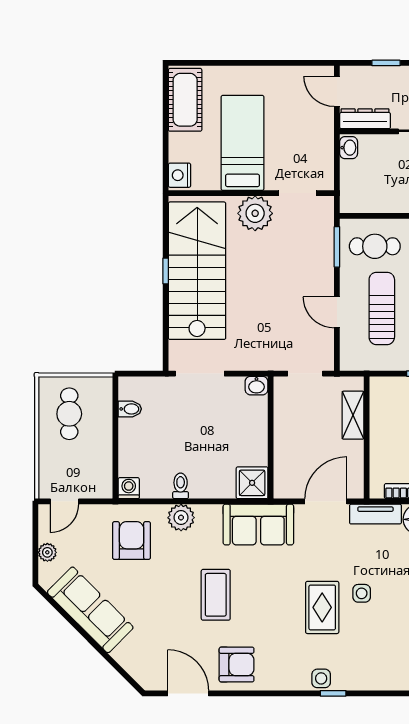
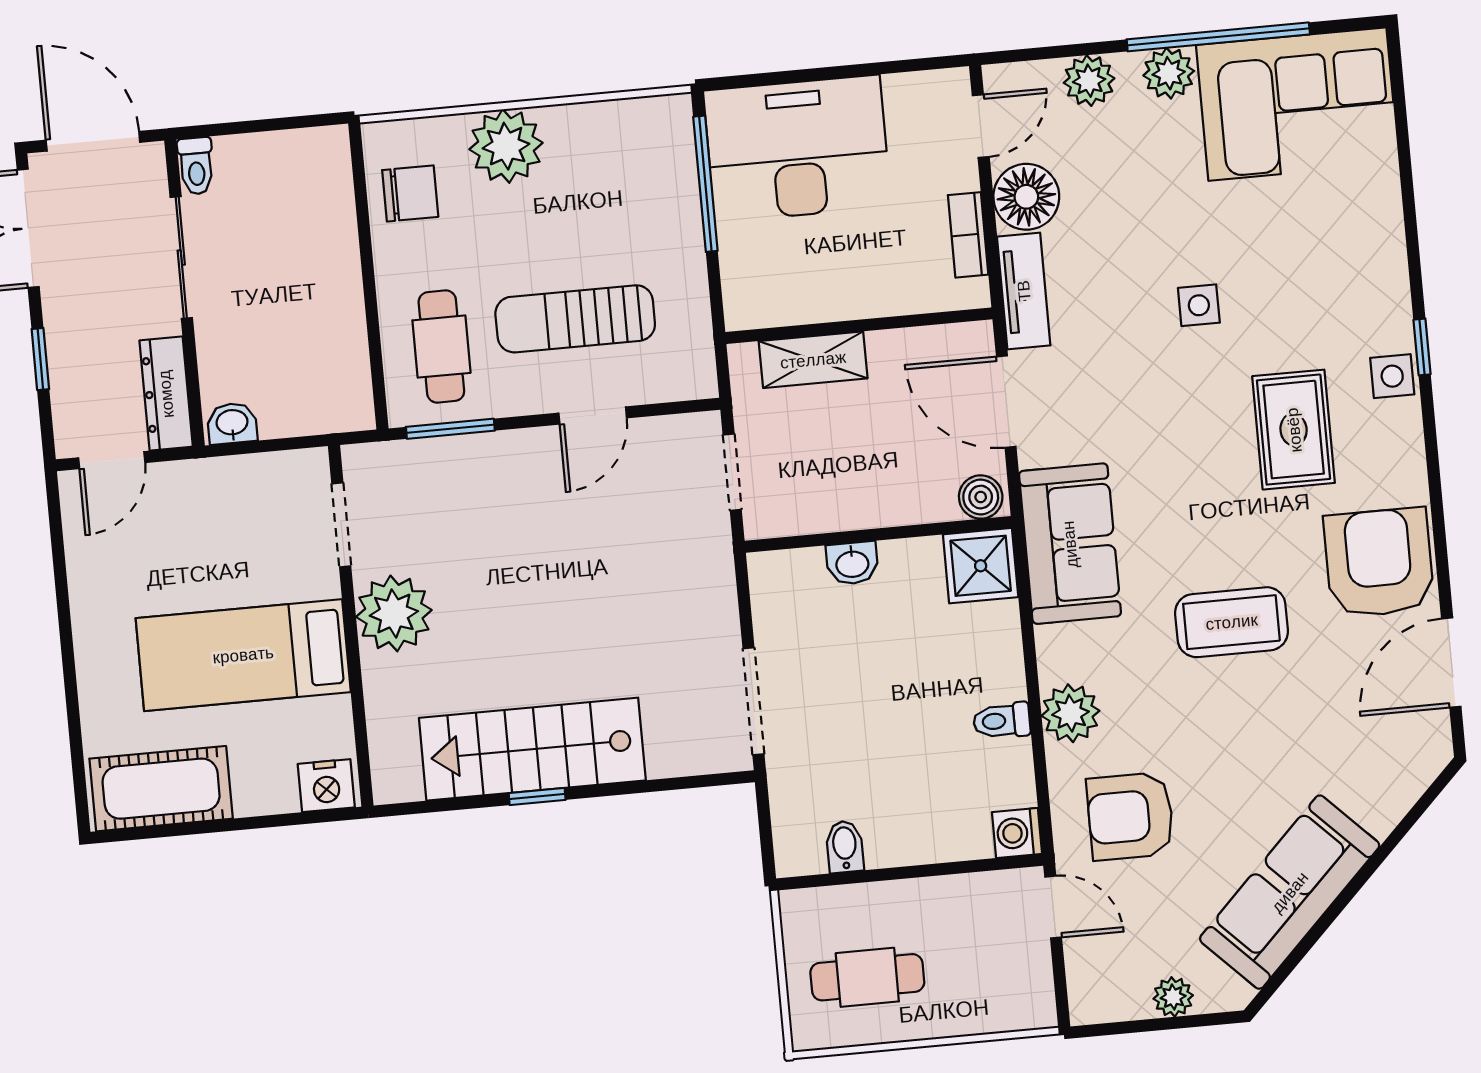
stairs: (197, 271) -> (532, 749), width x0.73, depth x0.66
washbasin: (256, 386) -> (852, 563), moved, turned 90
boiler: (283, 486) -> (981, 497), added
door: (64, 501) -> (1053, 907), moved
rug: (322, 607) -> (1294, 430), moved, turned 90
armchair: (237, 664) -> (1379, 563), width x1.36, depth x1.36

